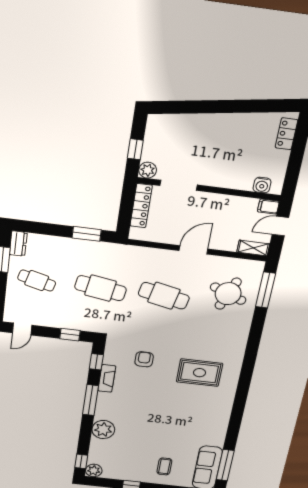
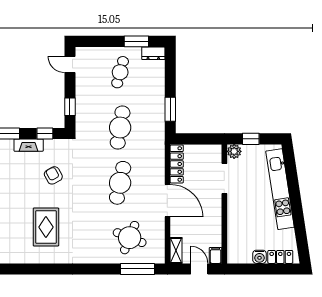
kitchen unit: (203, 123) -> (280, 189), added
water cooler: (262, 185) -> (259, 257), moved, turned -90
locker: (141, 206) -> (177, 164), moved, turned -90
door: (193, 250) -> (167, 201), width x1.36
armchair: (144, 359) -> (53, 175), turned -119

